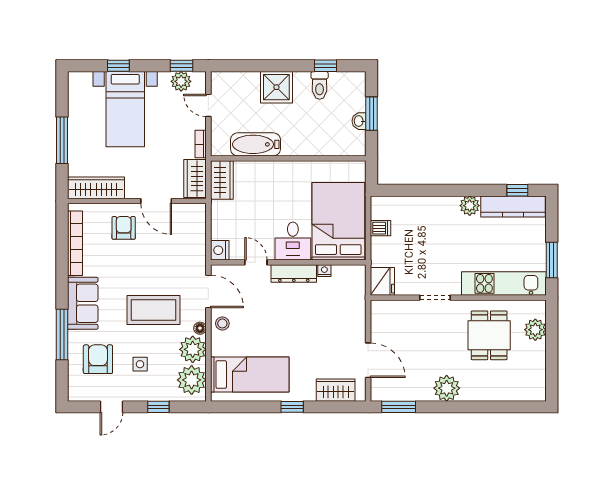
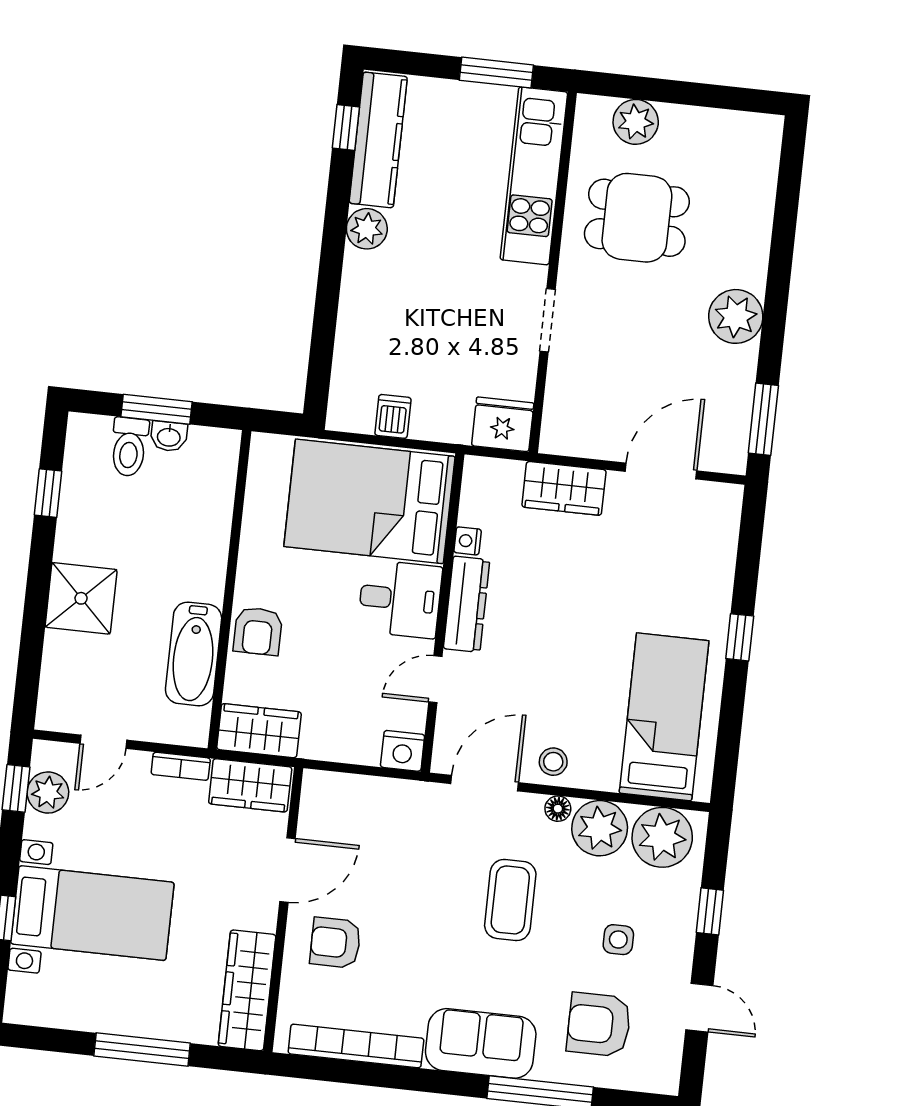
toilet: (320, 85) -> (129, 447), moved, turned 90
armchair: (270, 174) -> (258, 631), added
coffee table: (153, 310) -> (510, 900), width x0.73, depth x0.76
wardrobe: (336, 390) -> (564, 488), moved, turned -90

